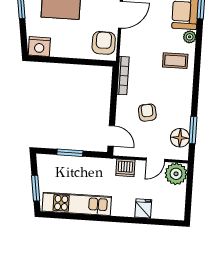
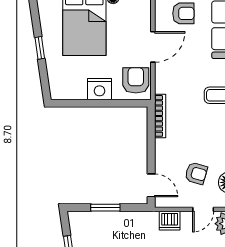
nightstand: (39, 46) -> (99, 89), moved
armchair: (147, 113) -> (196, 173), moved, turned 117

